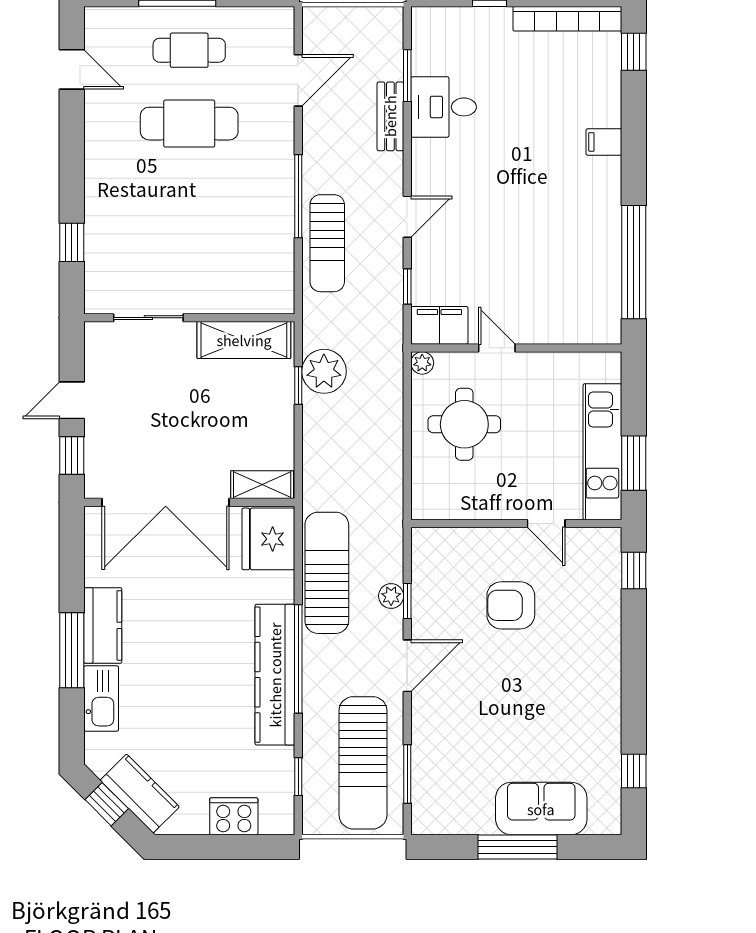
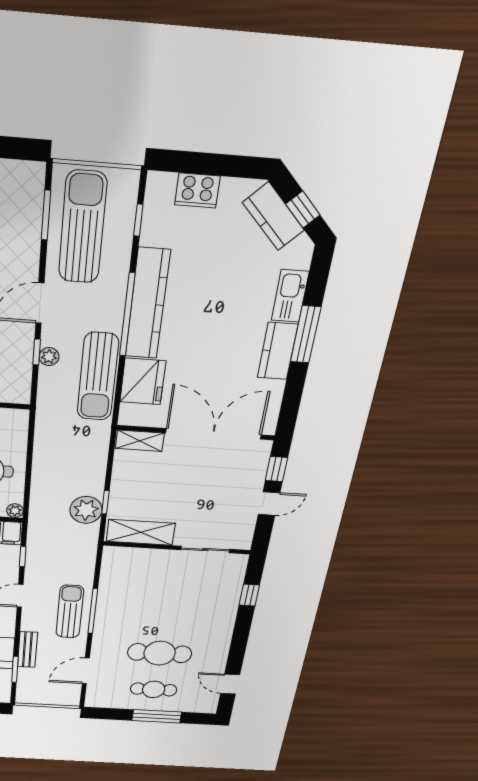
sun lounger: (327, 243) -> (70, 612), moved
fridge: (268, 539) -> (143, 381), moved

